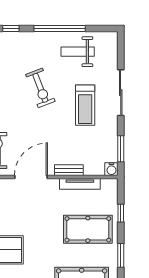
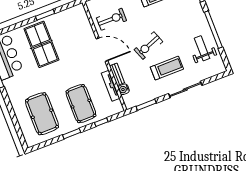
exercise bike: (40, 88) -> (148, 46), moved
treadmill: (85, 105) -> (167, 68), turned 180
water cooler: (111, 169) -> (124, 89), moved

